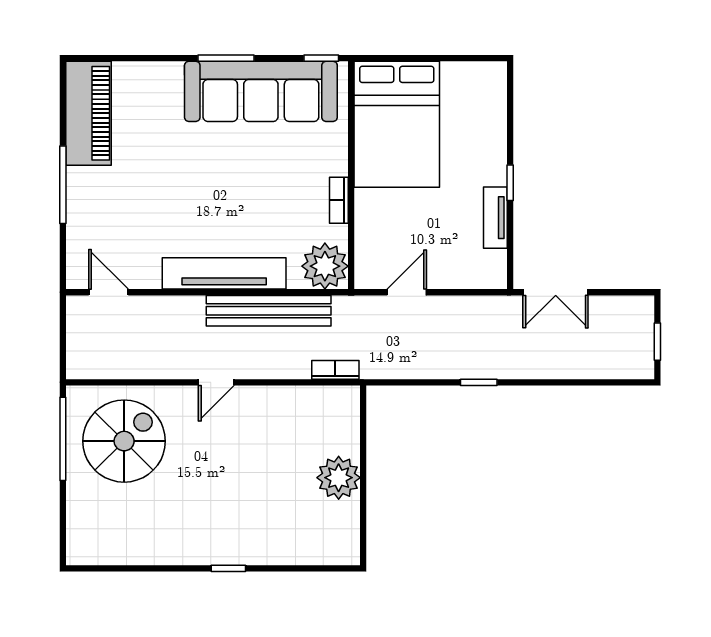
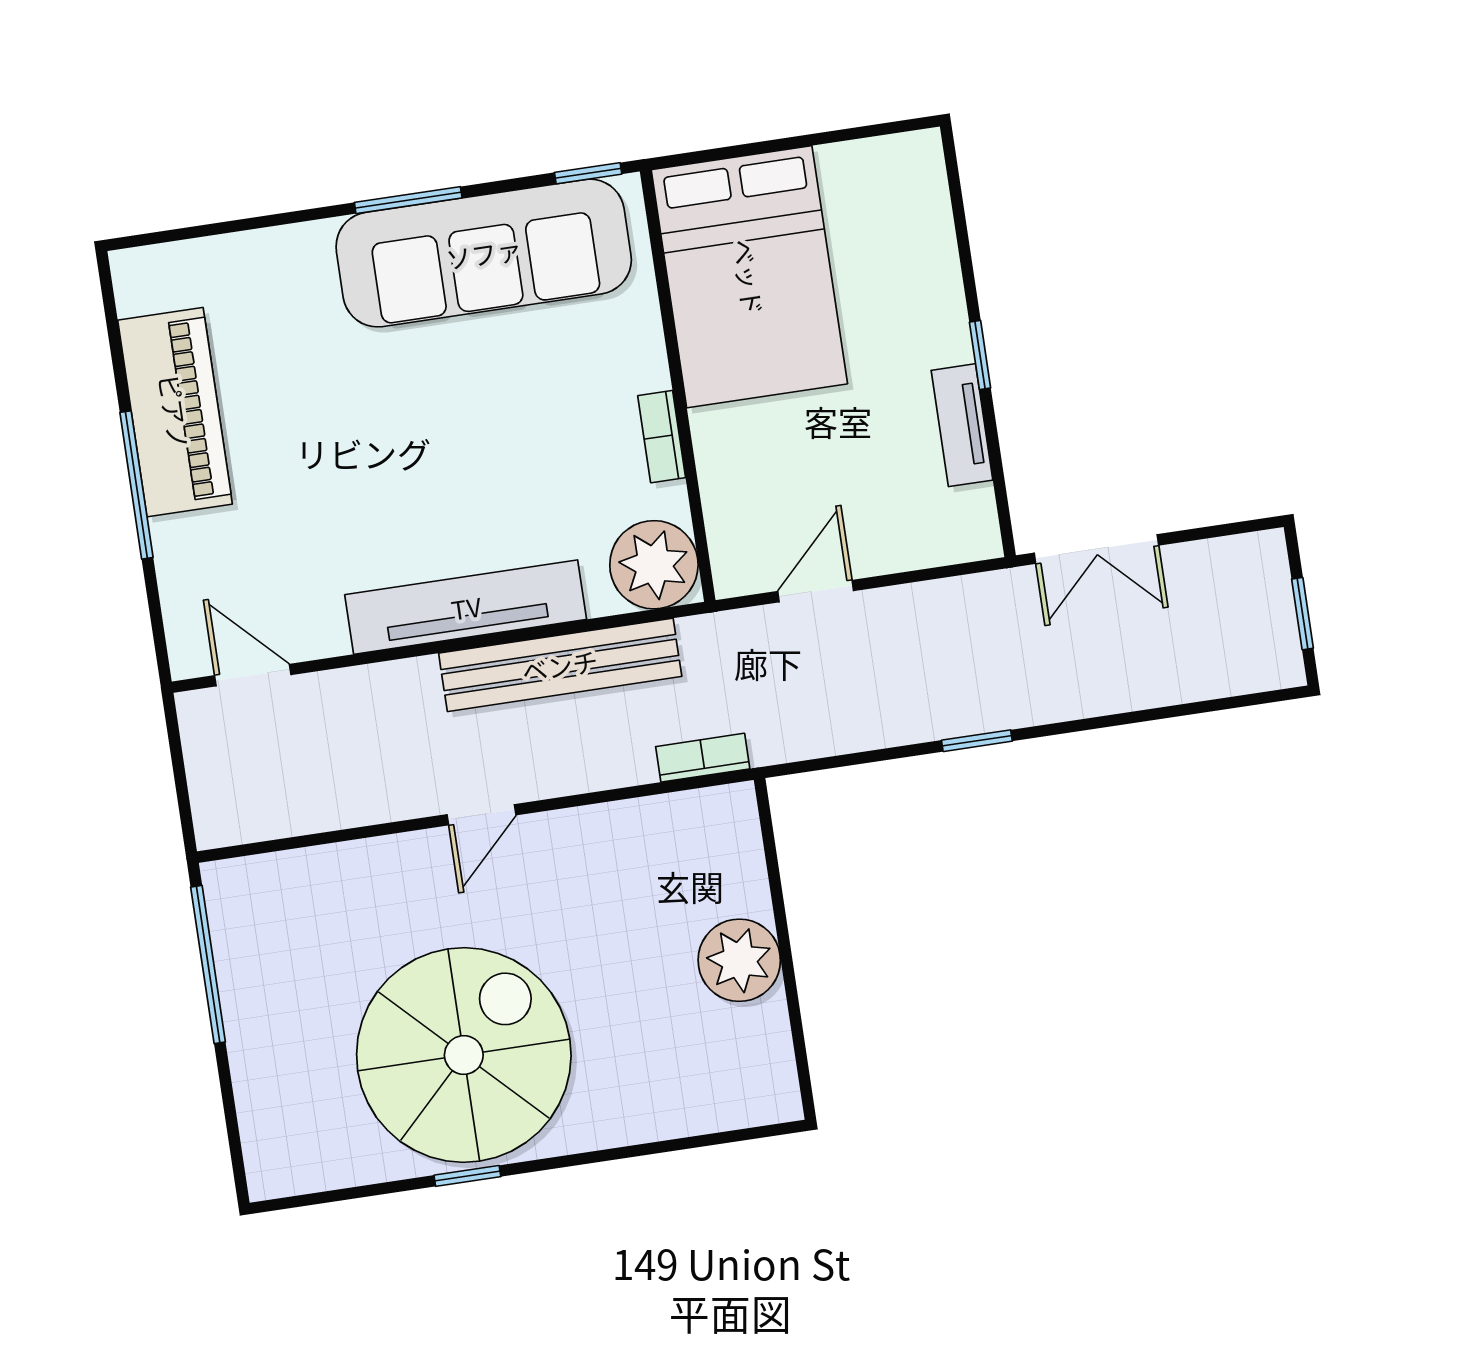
piano: (89, 113) -> (175, 412), moved
spiral stairs: (124, 441) -> (464, 1055), moved, width x1.37, depth x1.37
window: (228, 568) -> (467, 1176), moved

